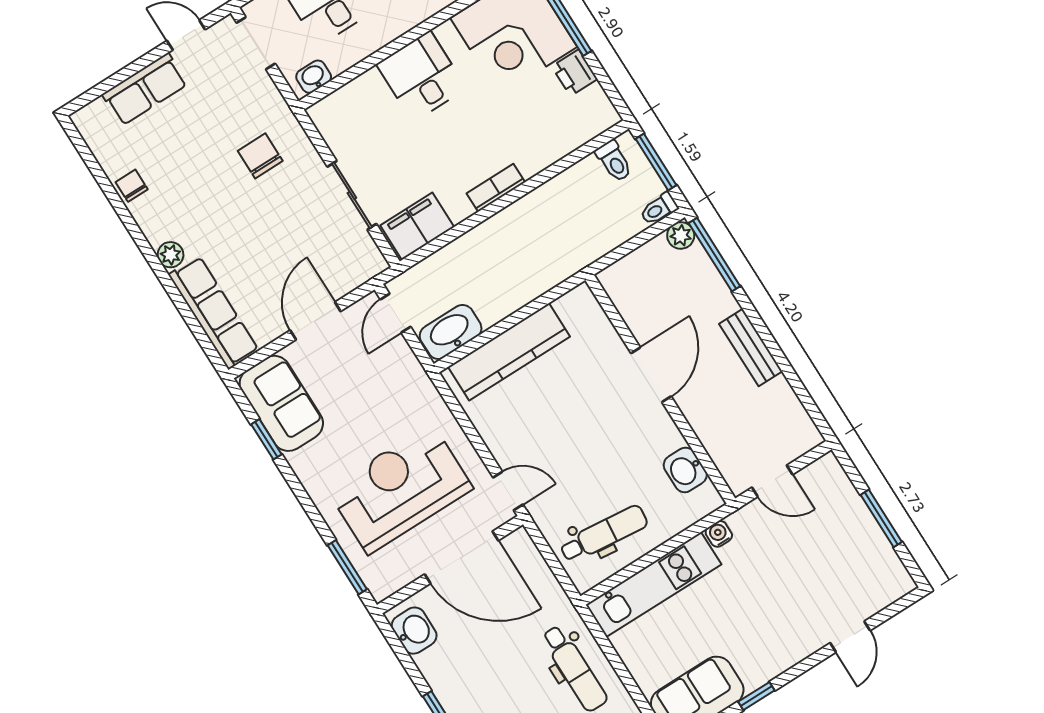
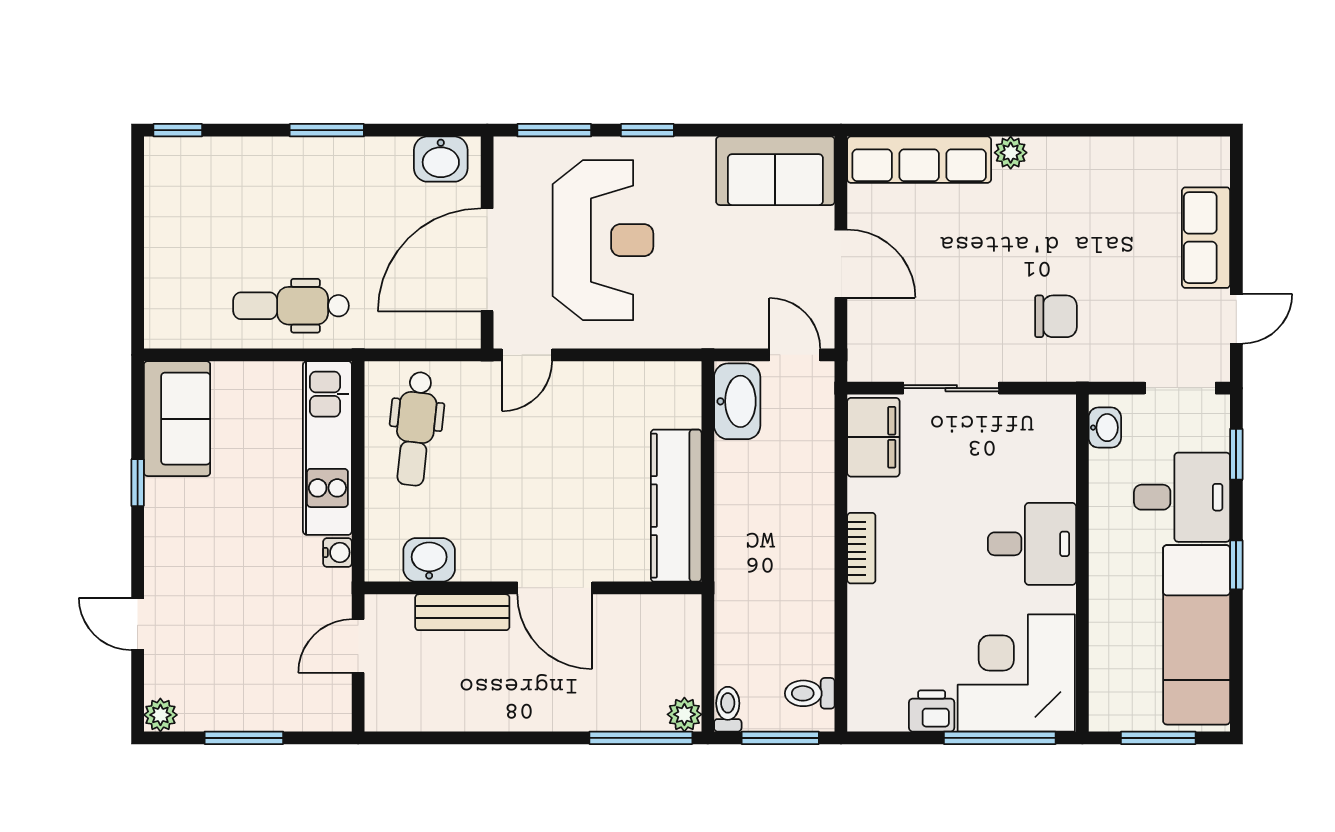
chair: (132, 186) -> (1111, 158), removed
bench: (751, 348) -> (462, 612), moved
kitchen counter: (509, 352) -> (676, 506), moved
window: (266, 439) -> (647, 130), moved
plant: (901, 583) -> (160, 715), added

